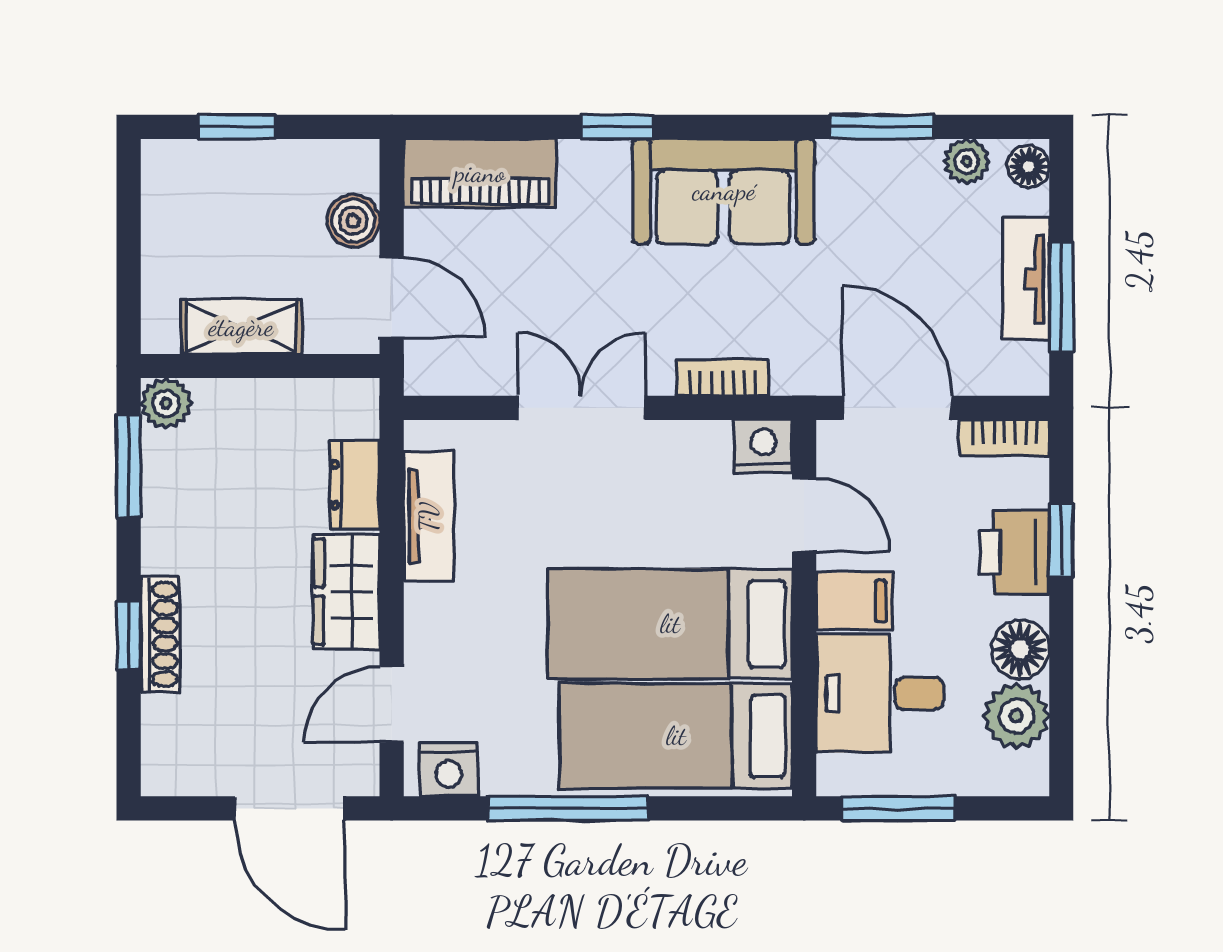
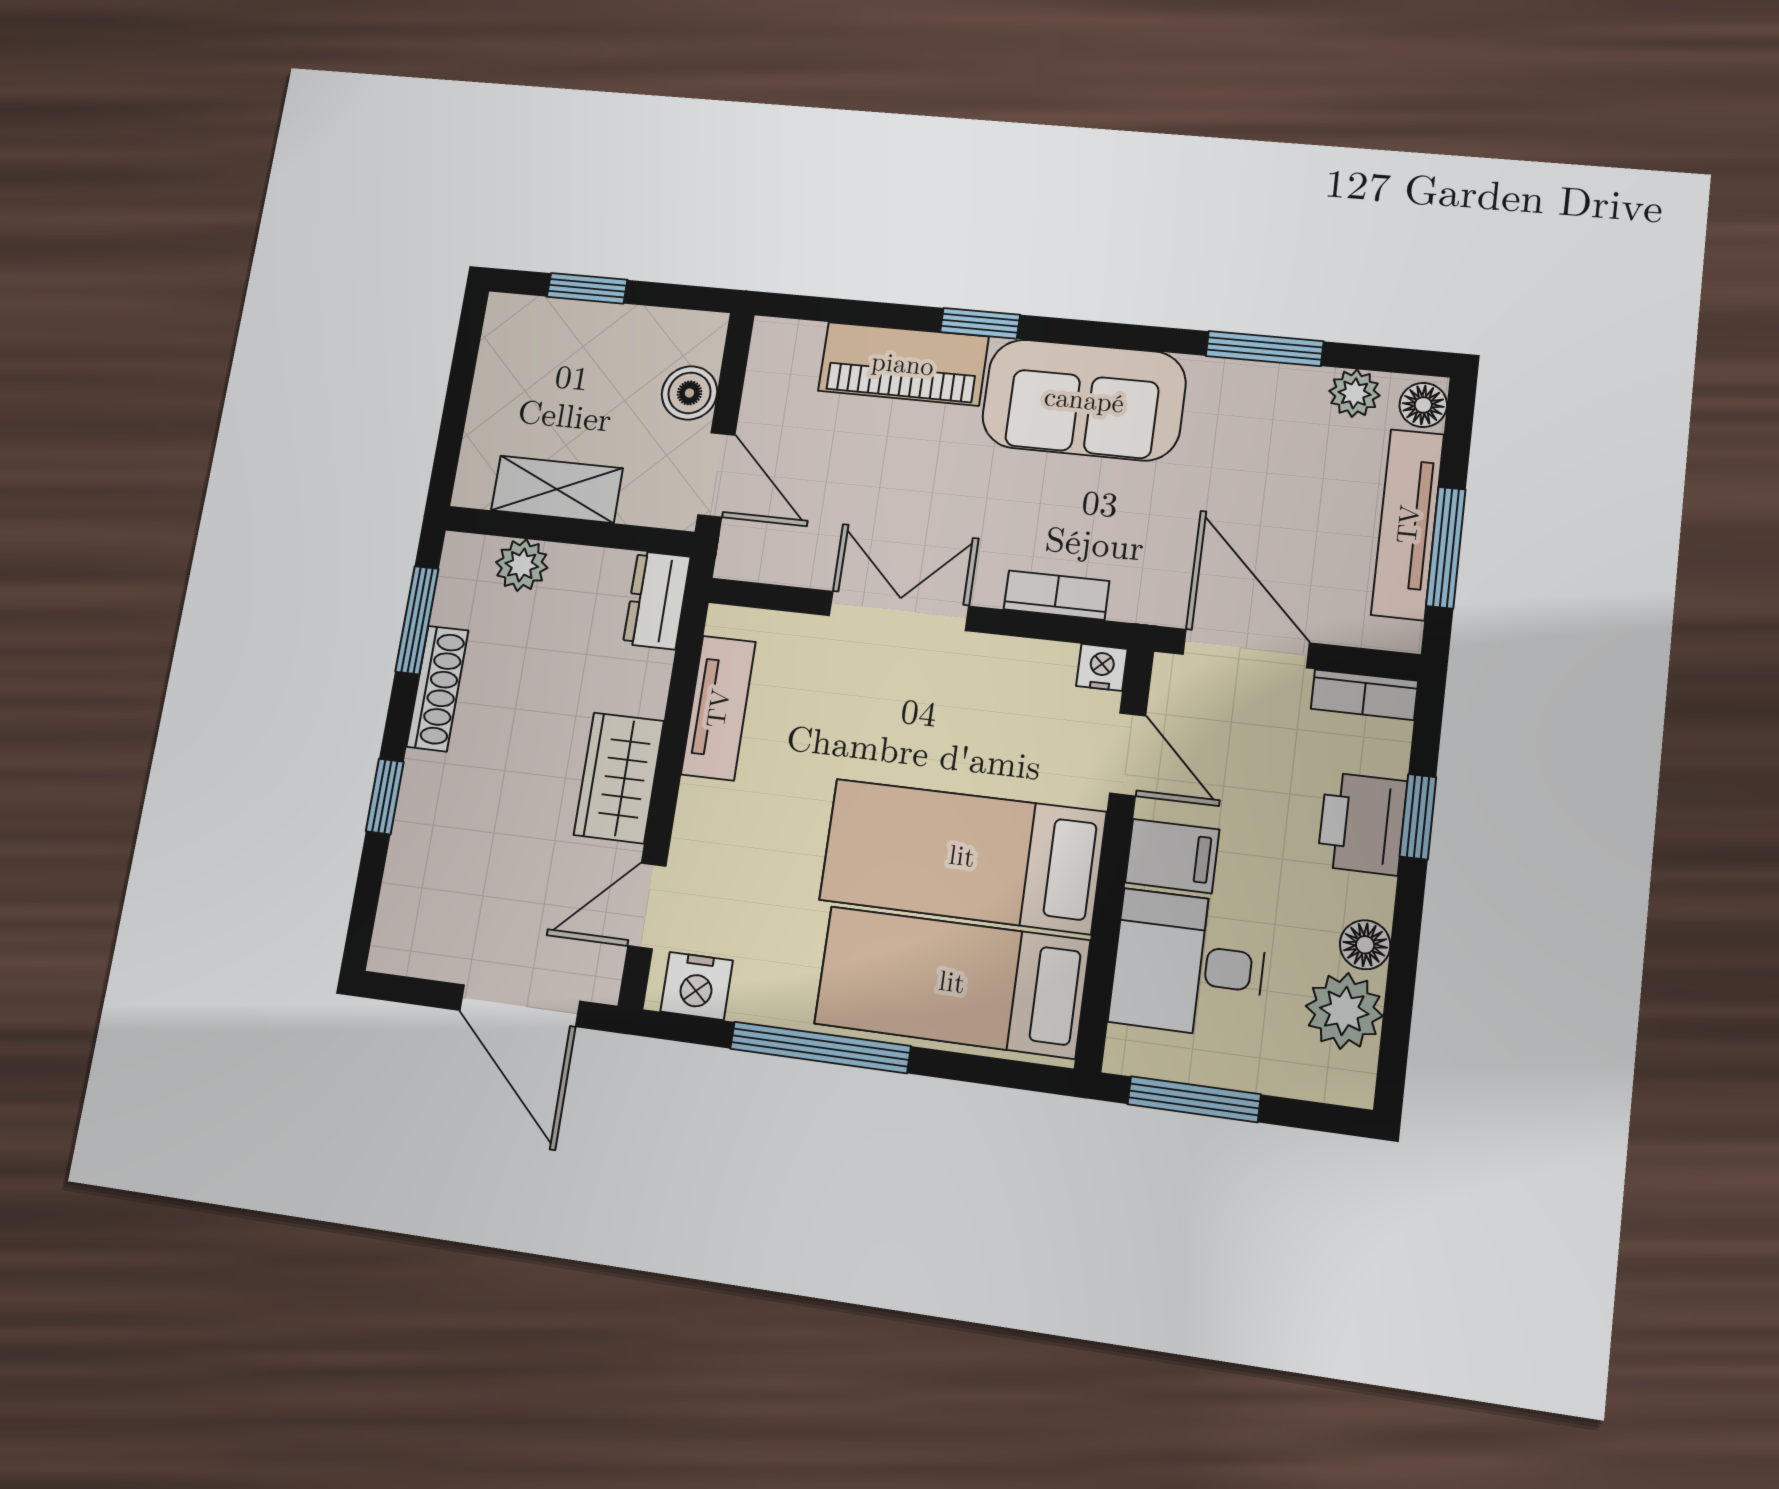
piano: (480, 173) -> (903, 364), moved
tv unit: (1026, 279) -> (1408, 524), width x1.41
plant: (166, 403) -> (522, 565), moved
nightstand: (763, 446) -> (1102, 667), width x0.72, depth x0.74
dresser: (355, 485) -> (657, 600), moved
shoe rack: (160, 634) -> (437, 688), moved
floor lamp: (1020, 649) -> (1365, 945), width x0.73, depth x0.73

